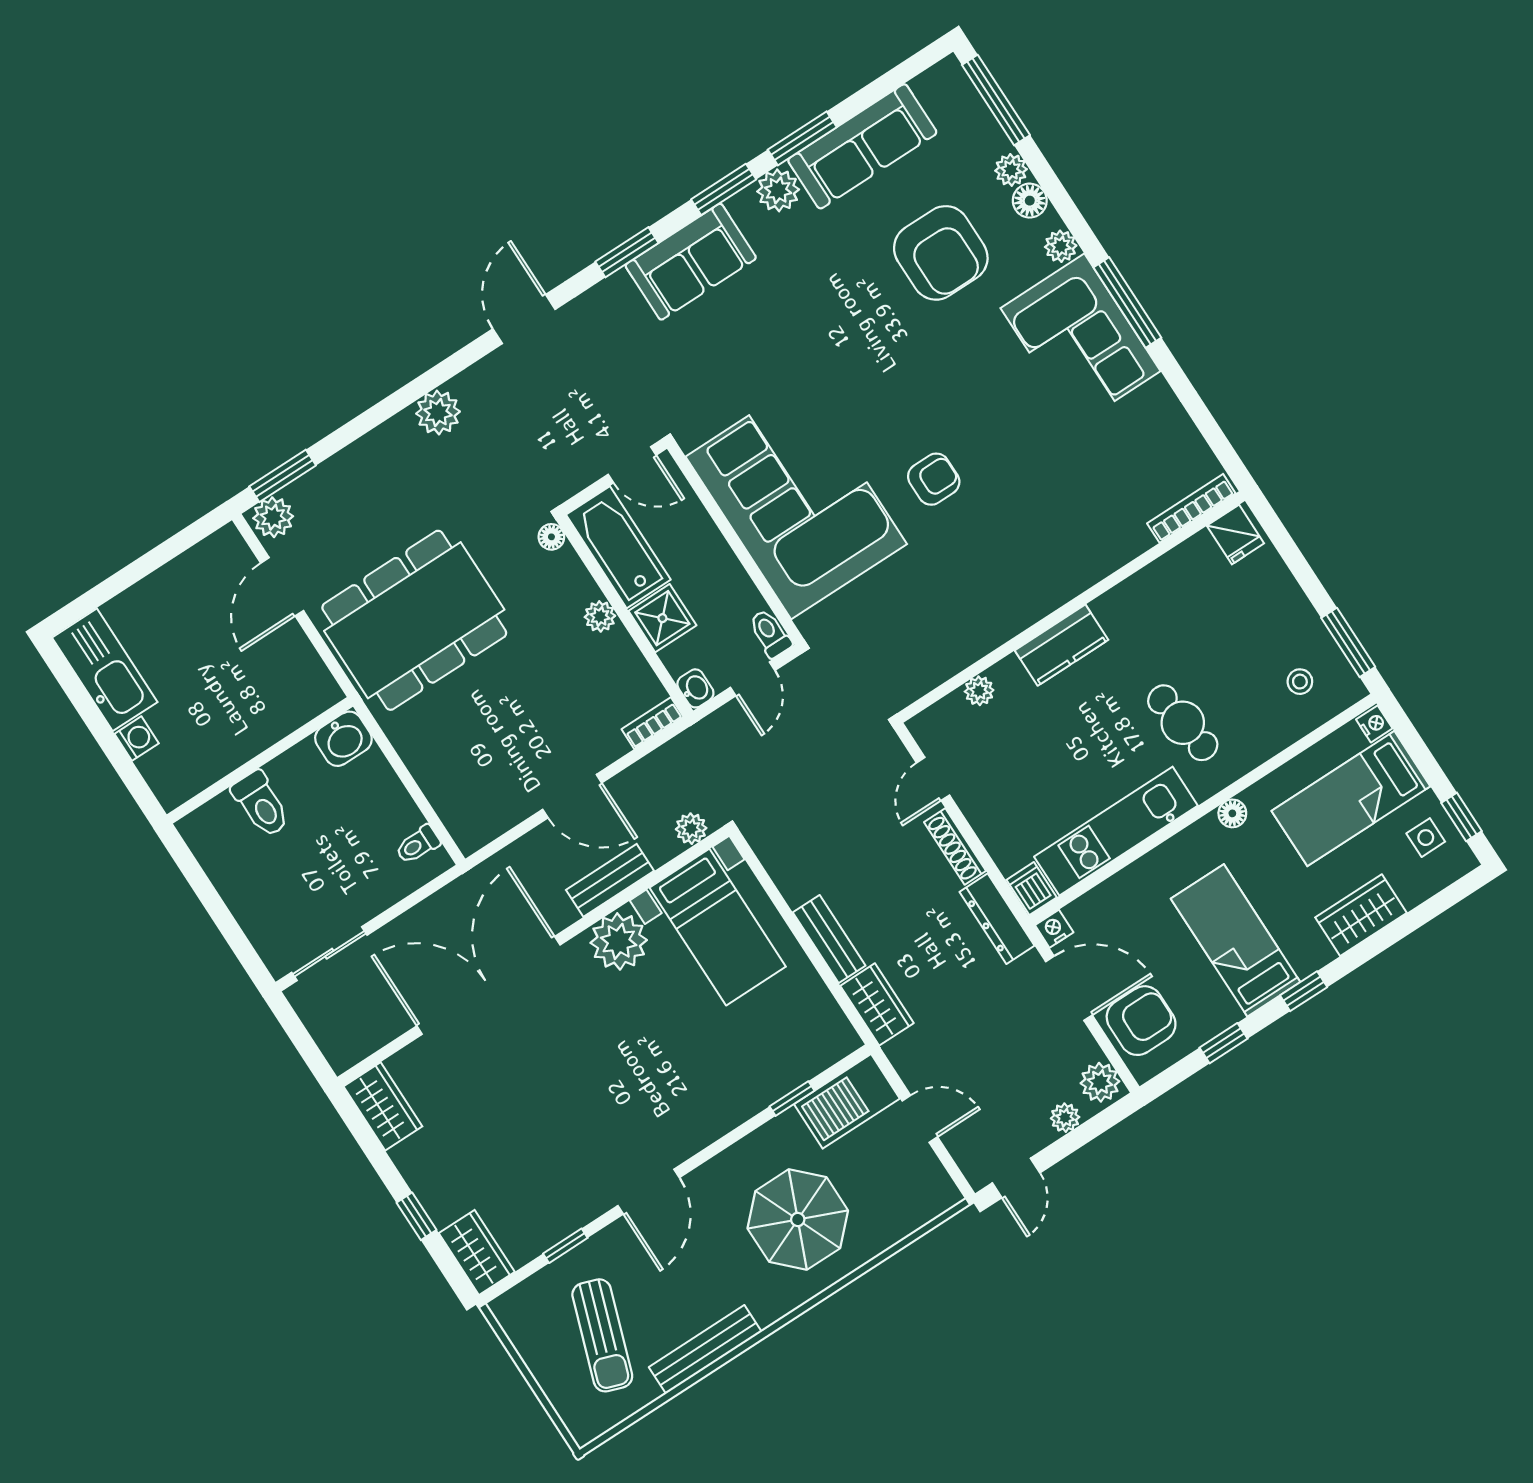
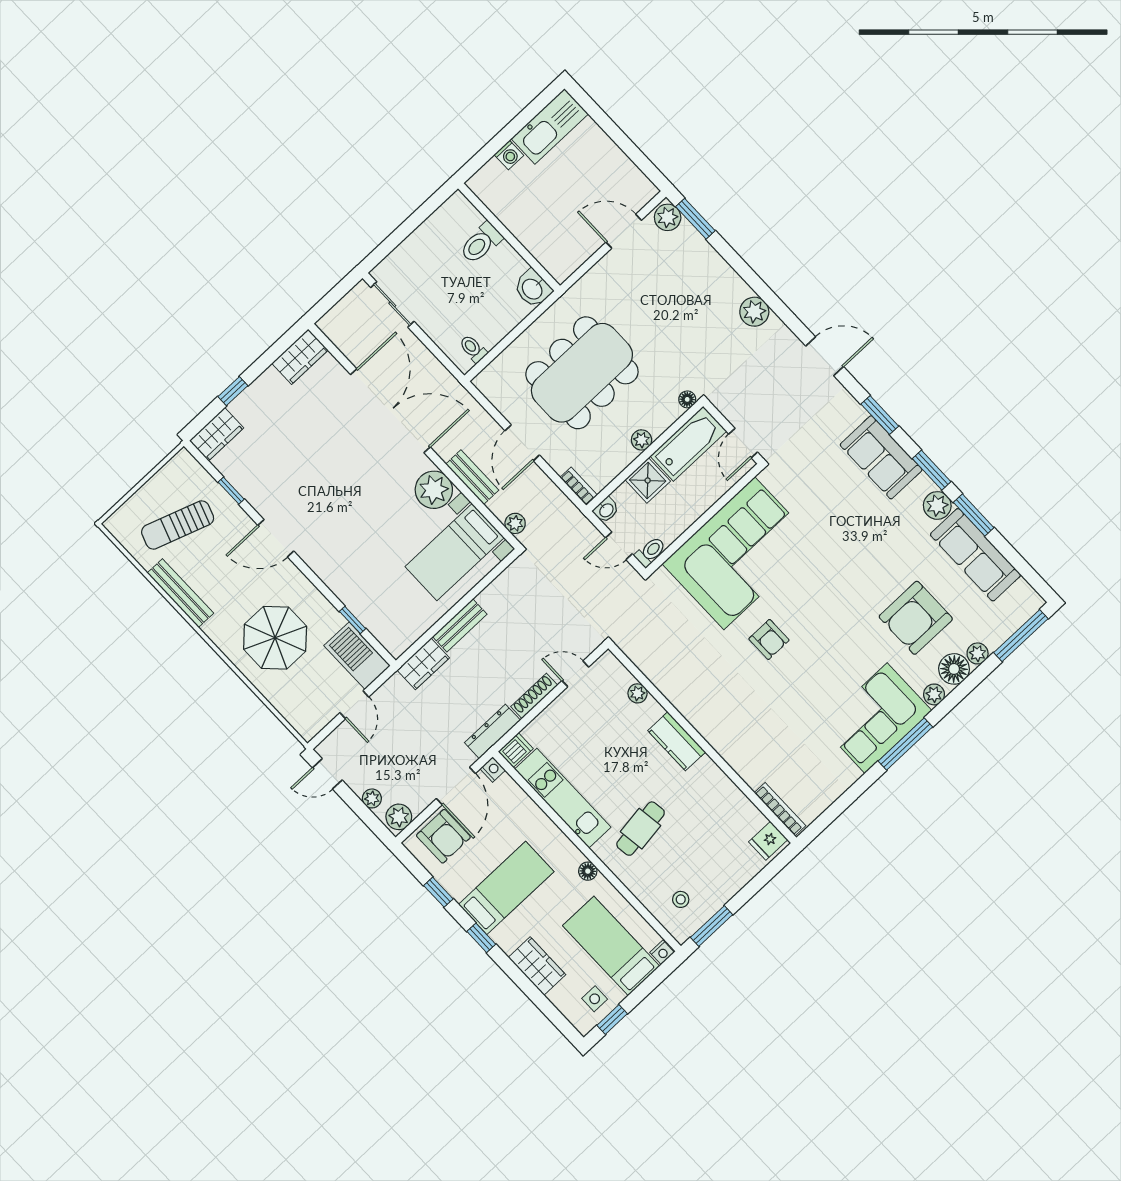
floor lamp: (1030, 201) -> (954, 669), width x1.38, depth x1.38
dining table: (414, 620) -> (582, 373), moved, turned 90

